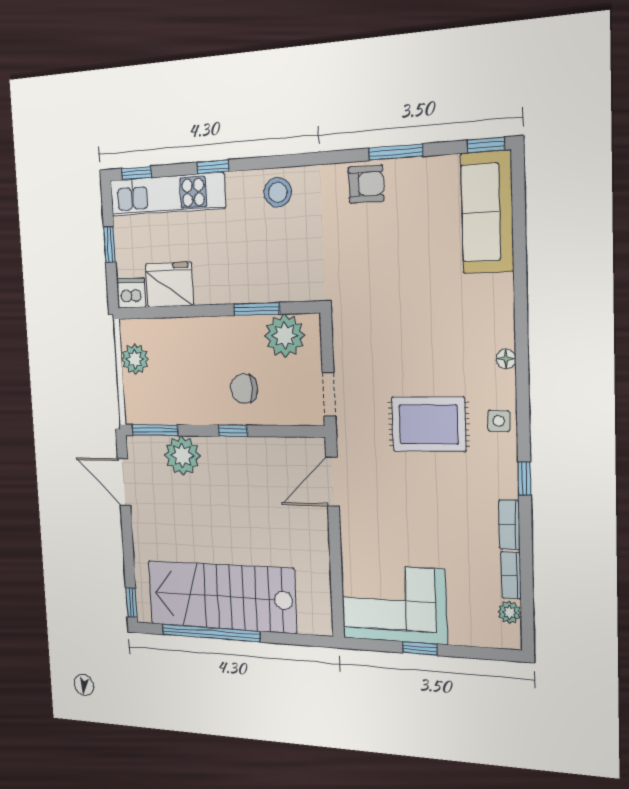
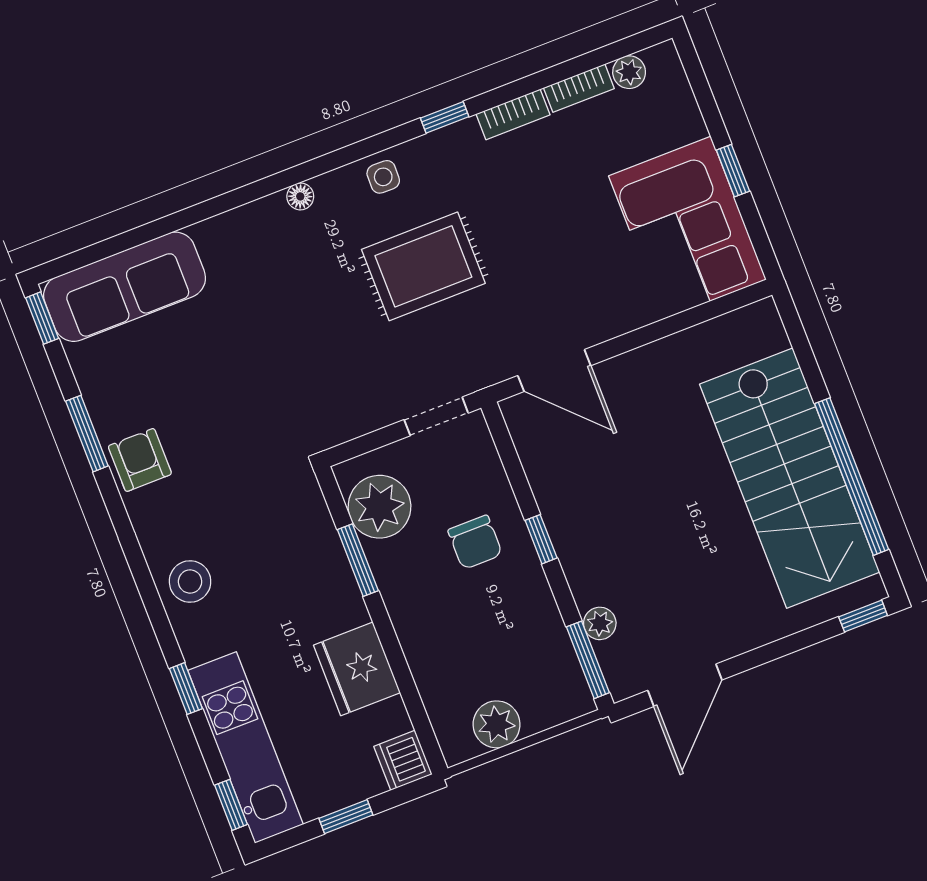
fridge: (169, 285) -> (357, 669), moved
rug: (428, 424) -> (423, 266), turned 90
plant: (182, 456) -> (600, 623), width x0.53, depth x0.53

